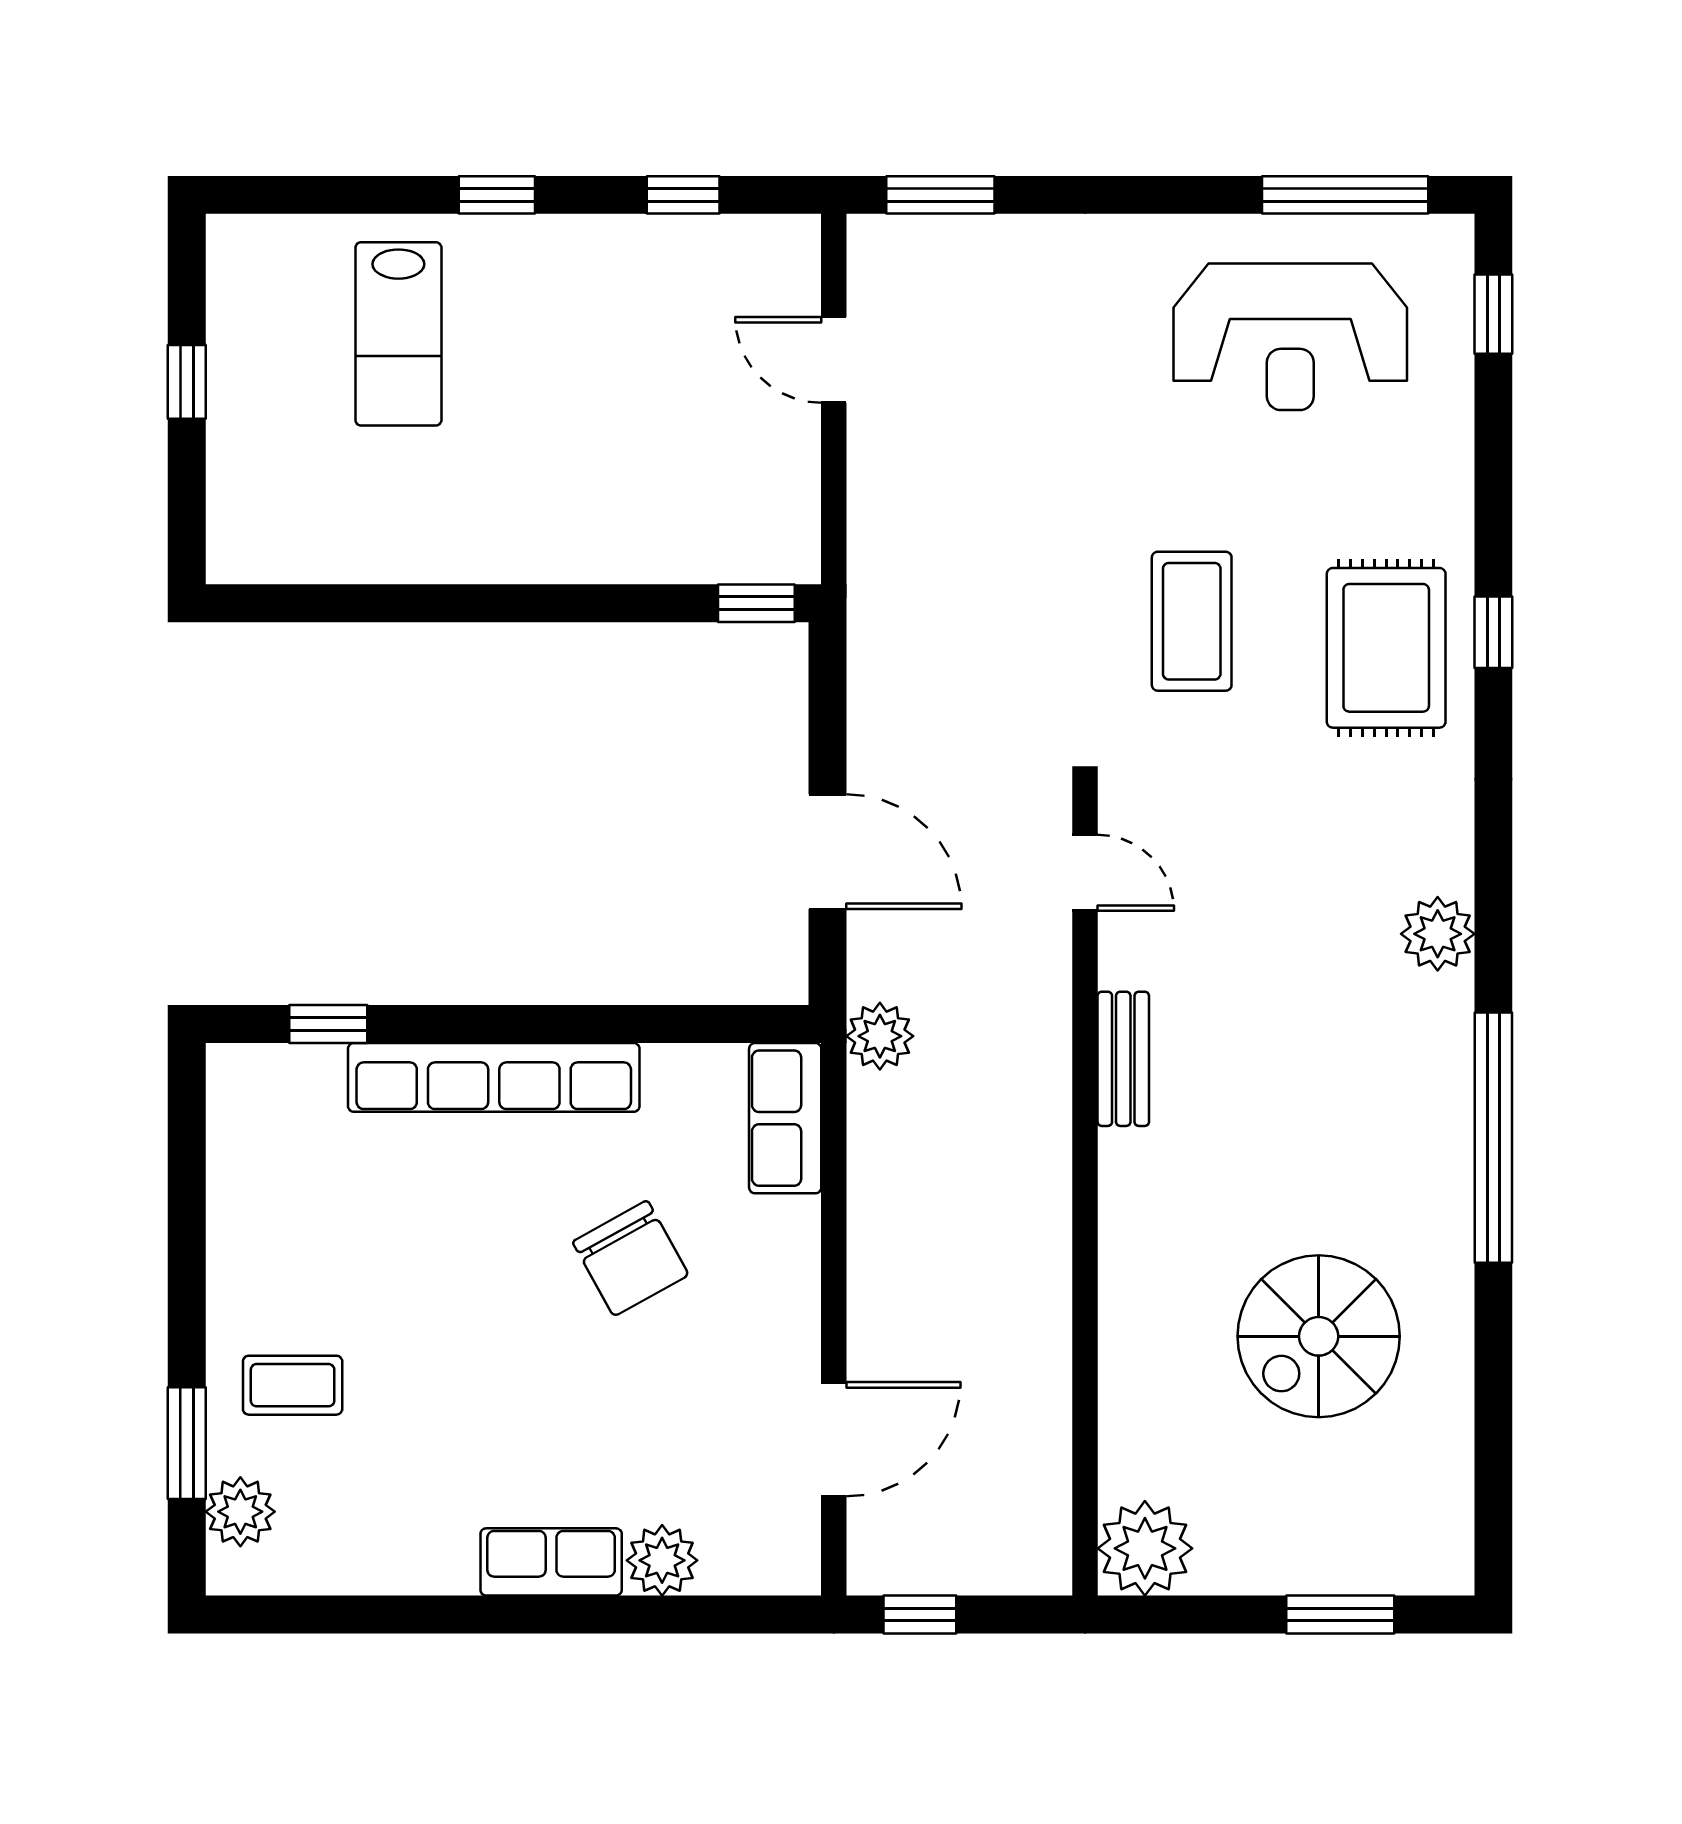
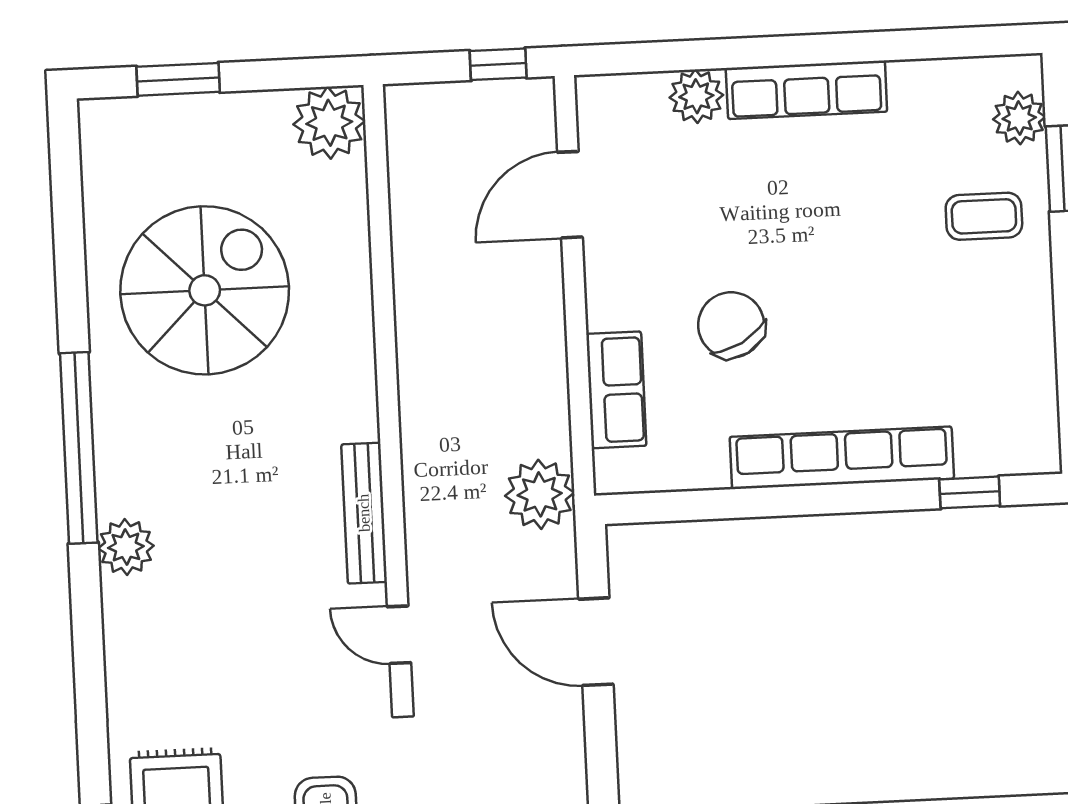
plant: (1438, 934) -> (126, 547), moved
plant: (880, 1036) -> (540, 494), width x1.36, depth x1.36
bench: (1123, 1059) -> (364, 513), width x1.36
row of seats: (785, 1118) -> (616, 390), moved
spiral stairs: (1319, 1336) -> (205, 290), width x1.37, depth x1.37
row of seats: (551, 1562) -> (806, 90), width x1.48

